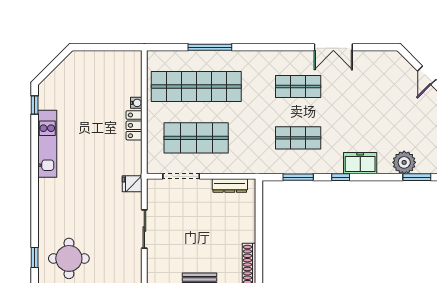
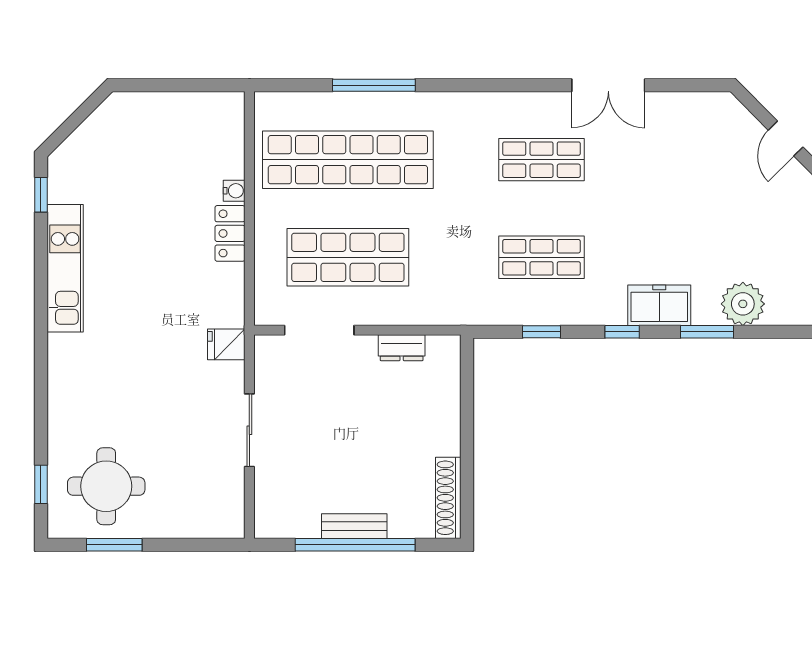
window: (298, 177) -> (542, 332), width x0.67
window: (417, 177) -> (707, 332), moved
dresser: (230, 186) -> (402, 348), width x0.70

